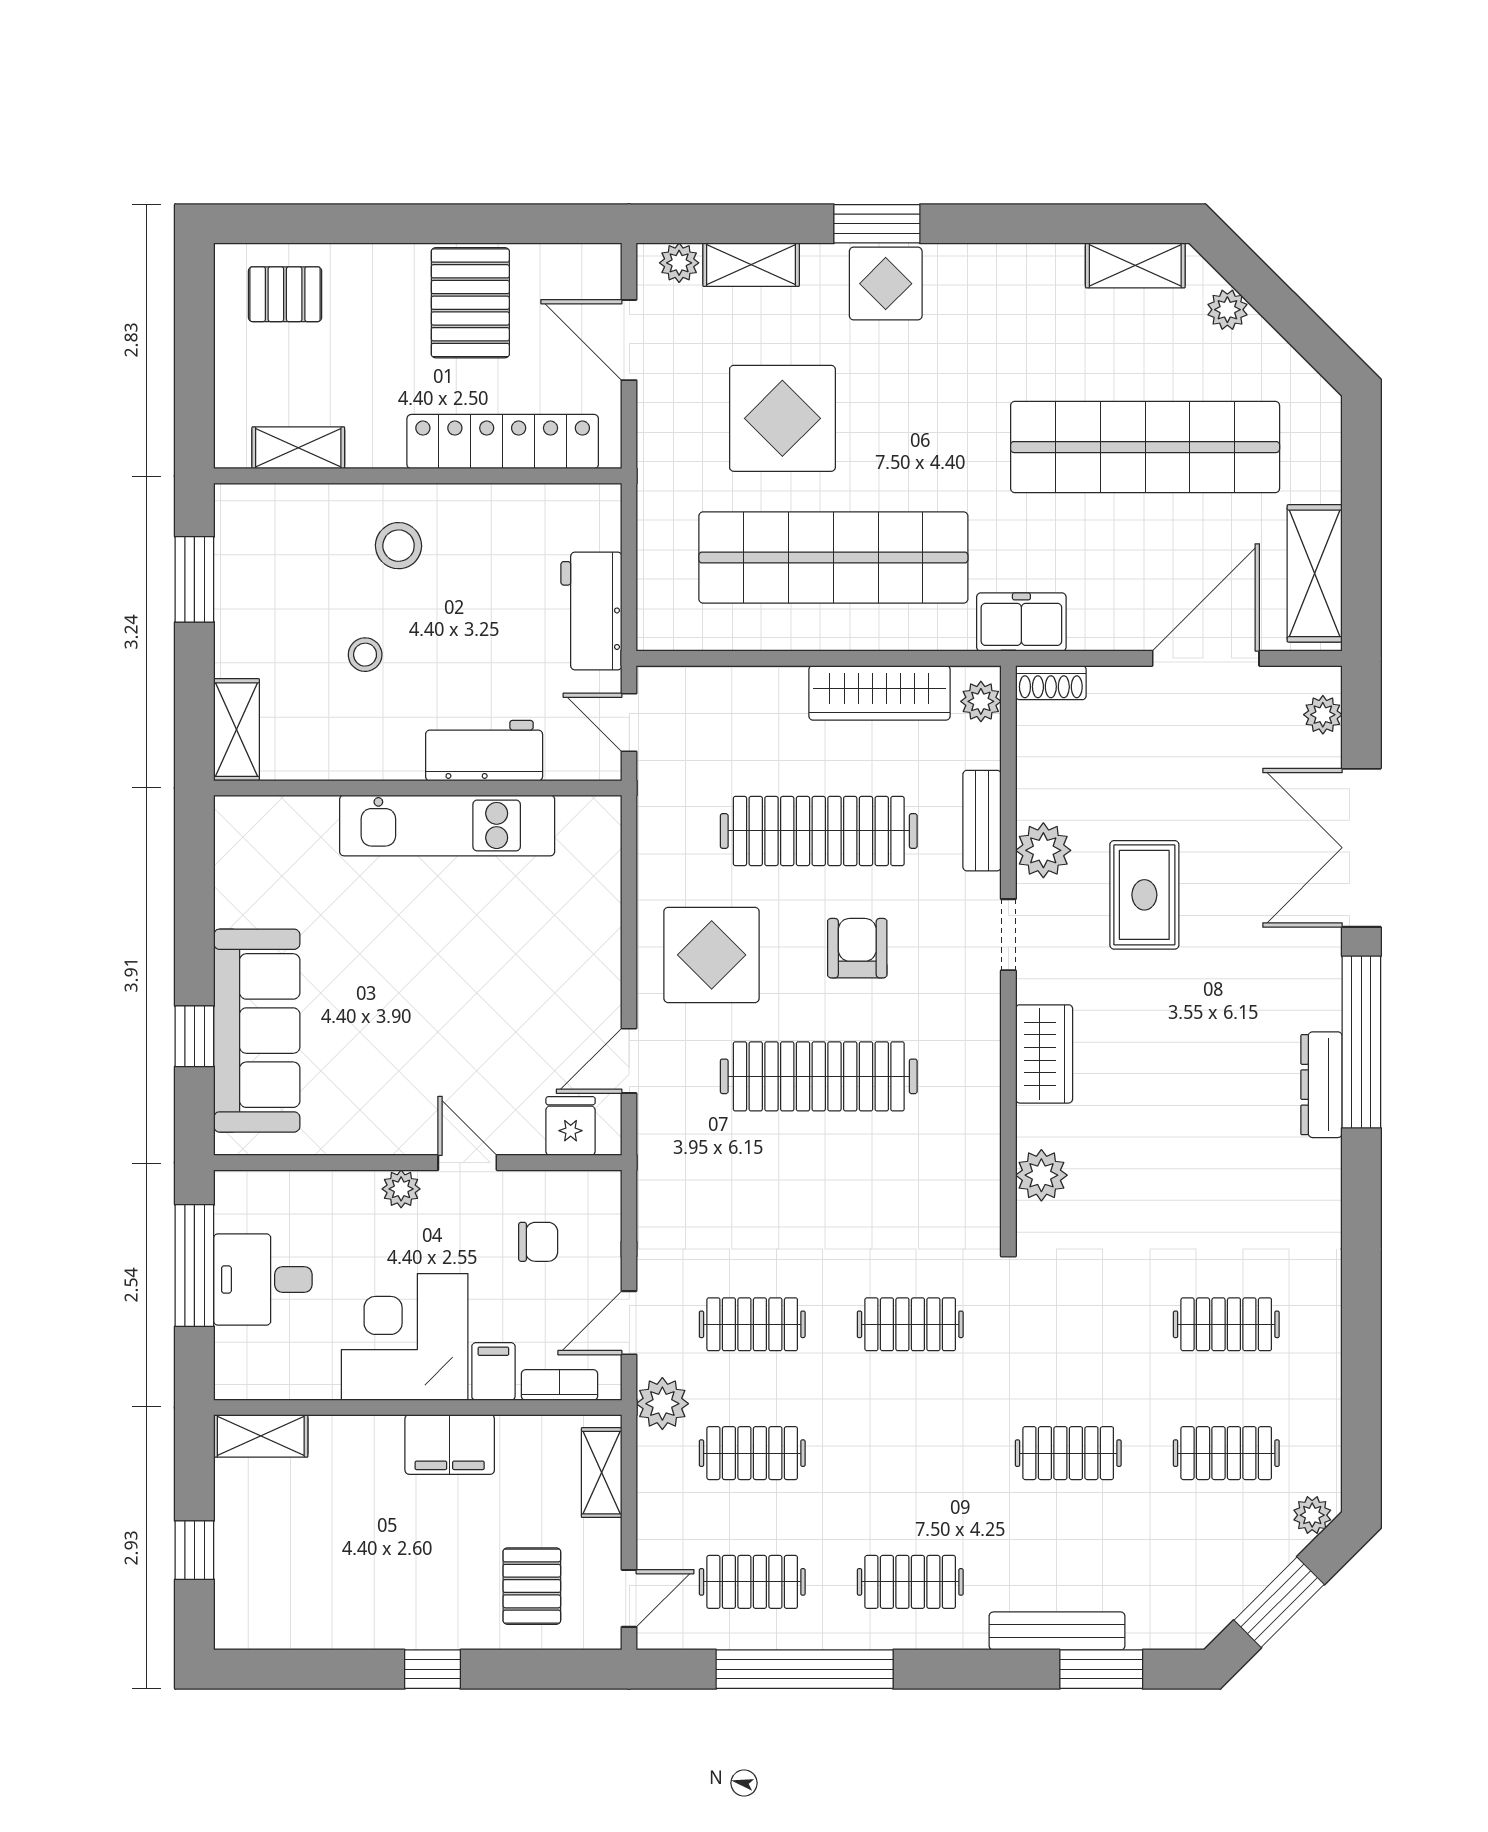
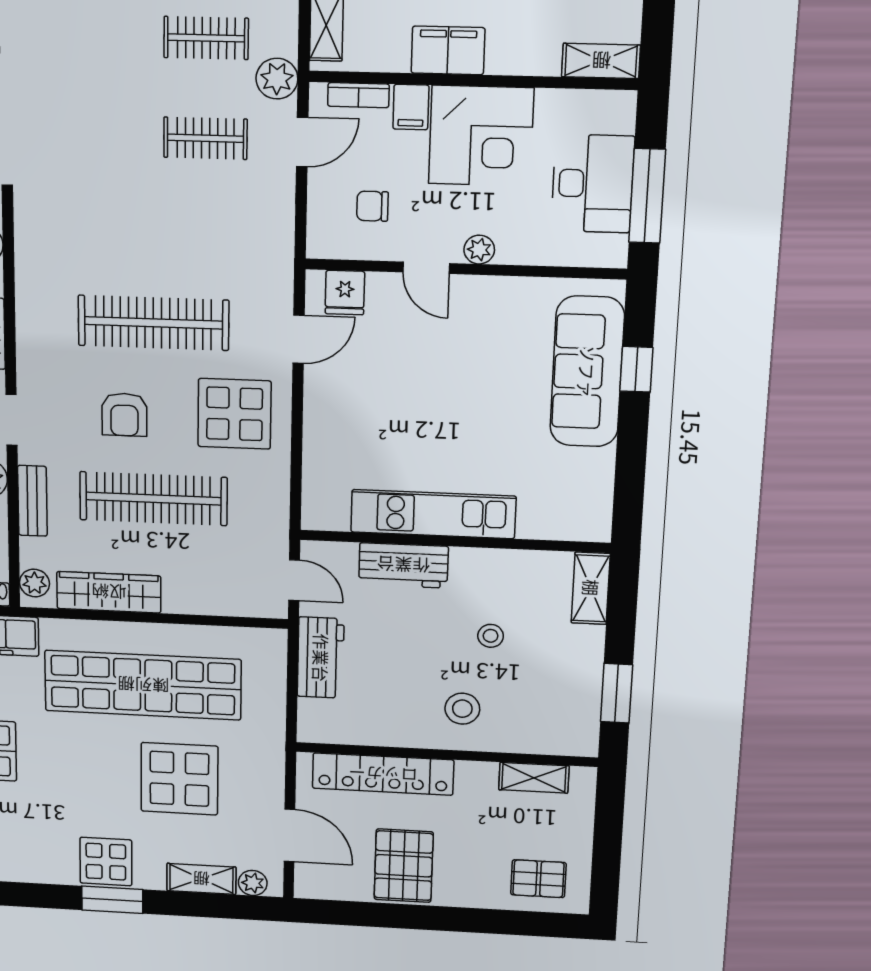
desk: (263, 1280) -> (593, 184), width x1.37
clothes rail: (910, 1324) -> (82, 135), removed

